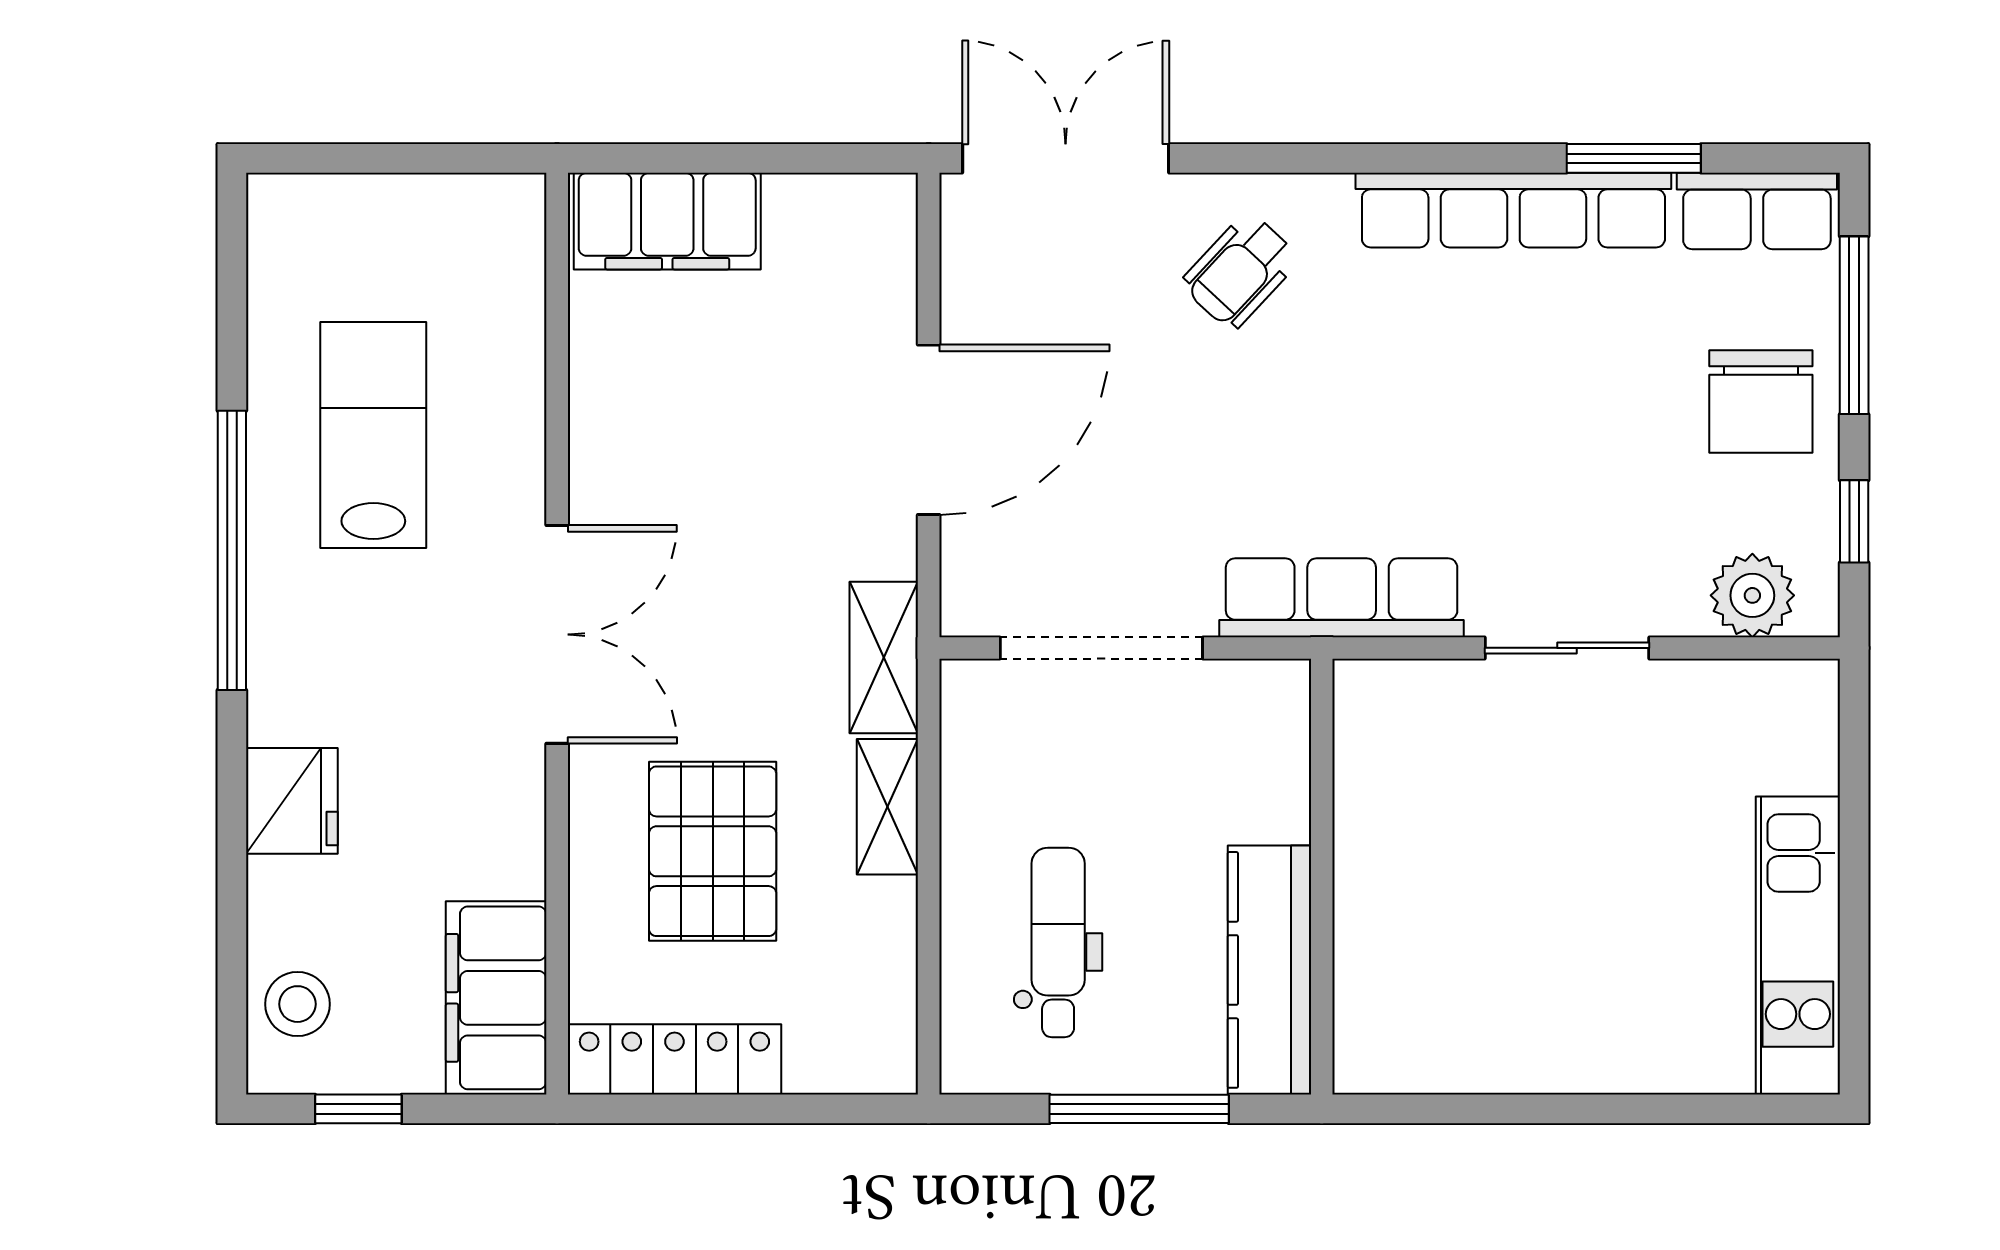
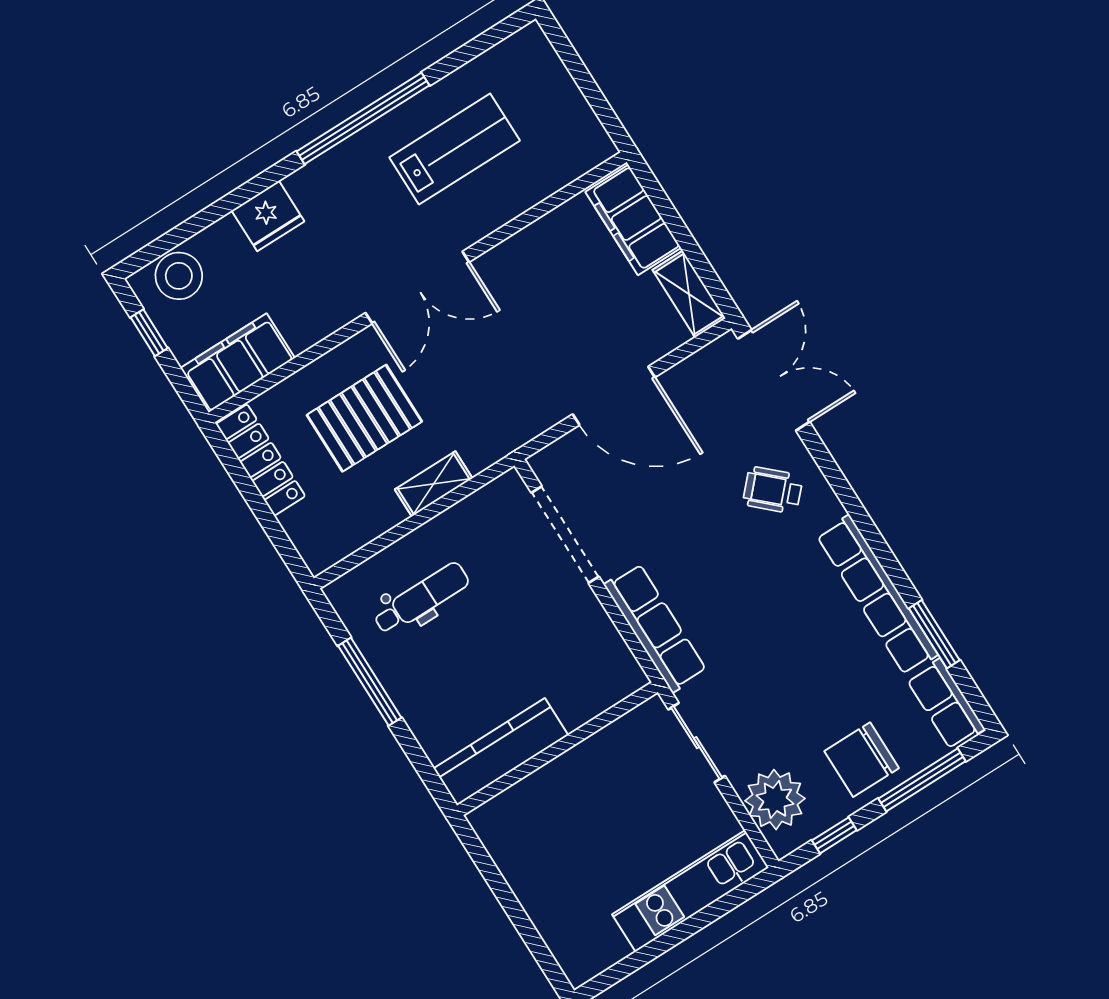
plant: (1752, 595) -> (775, 800), width x1.36, depth x1.36
shelving: (884, 657) -> (689, 294), moved, turned 90
wall: (1322, 877) -> (557, 749), moved
kitchen unit: (1798, 945) -> (690, 891), moved
kitchen counter: (1269, 970) -> (501, 752), moved
stool: (297, 1004) -> (179, 276), width x1.38, depth x1.38

